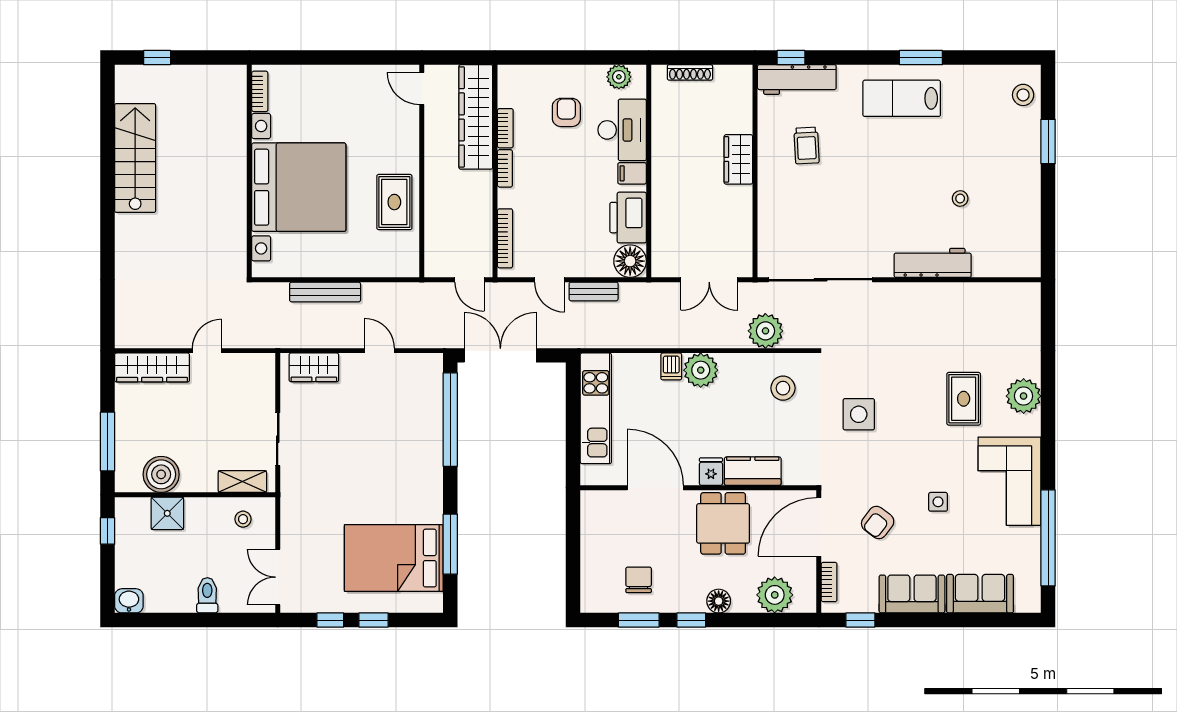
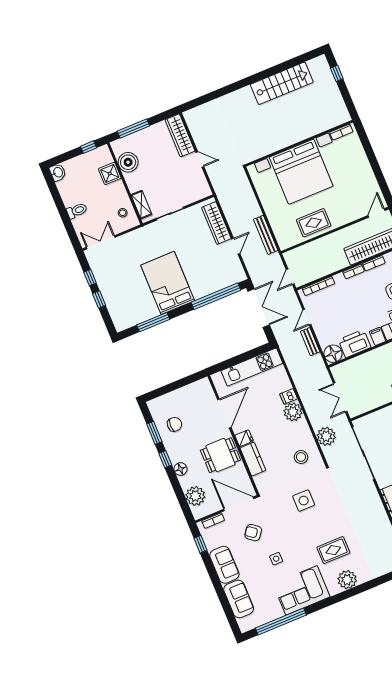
bench: (325, 292) -> (266, 235), moved
wardrobe: (314, 367) -> (216, 223), width x1.50
bed: (394, 558) -> (168, 283), moved

